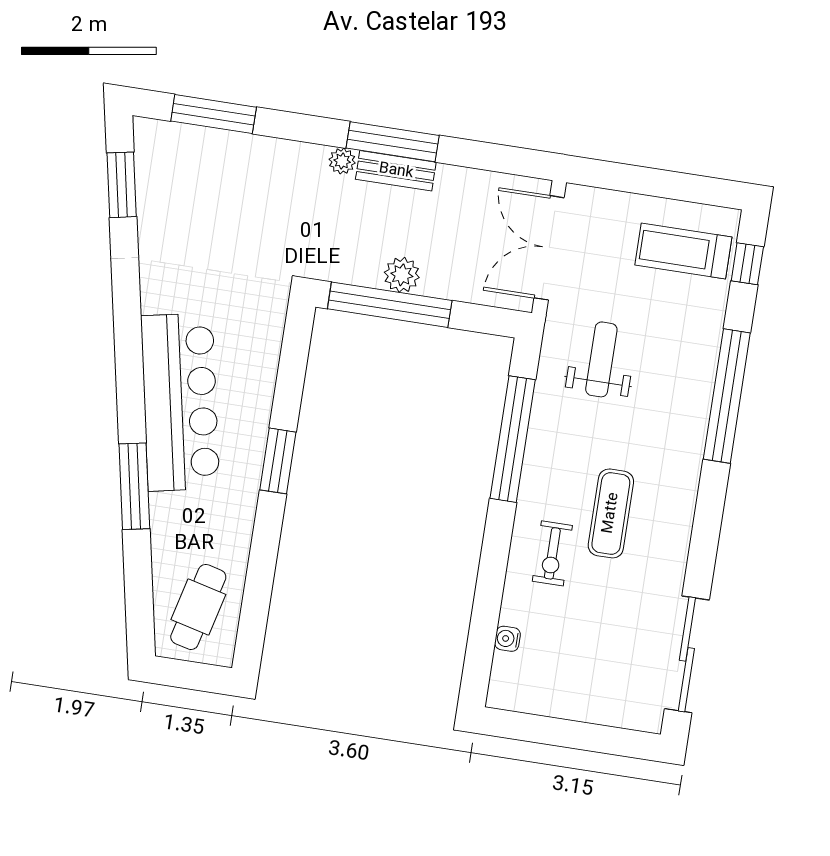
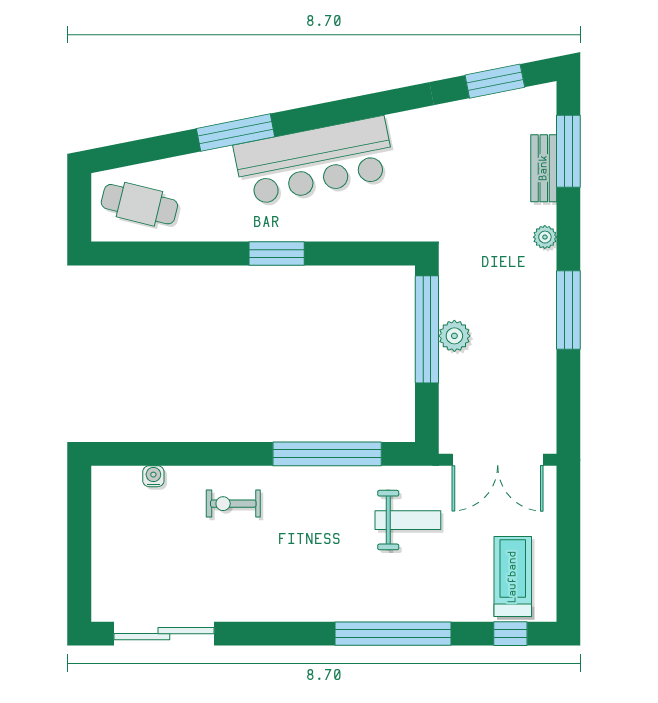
plant: (342, 161) -> (545, 237), moved
bench: (396, 171) -> (544, 168), moved
double door: (549, 248) -> (498, 460), swing flipped
exercise mat: (611, 513) -> (276, 549), removed

